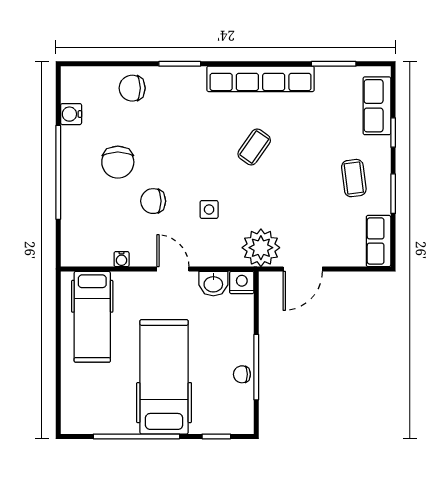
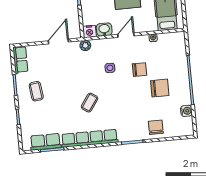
chair: (132, 88) -> (156, 127), turned -90
row of seats: (377, 106) -> (46, 142), moved, turned -90
chair: (118, 162) -> (160, 88), turned 90
plant: (261, 248) -> (85, 45), width x0.53, depth x0.53
door: (173, 269) -> (126, 35), swing flipped

